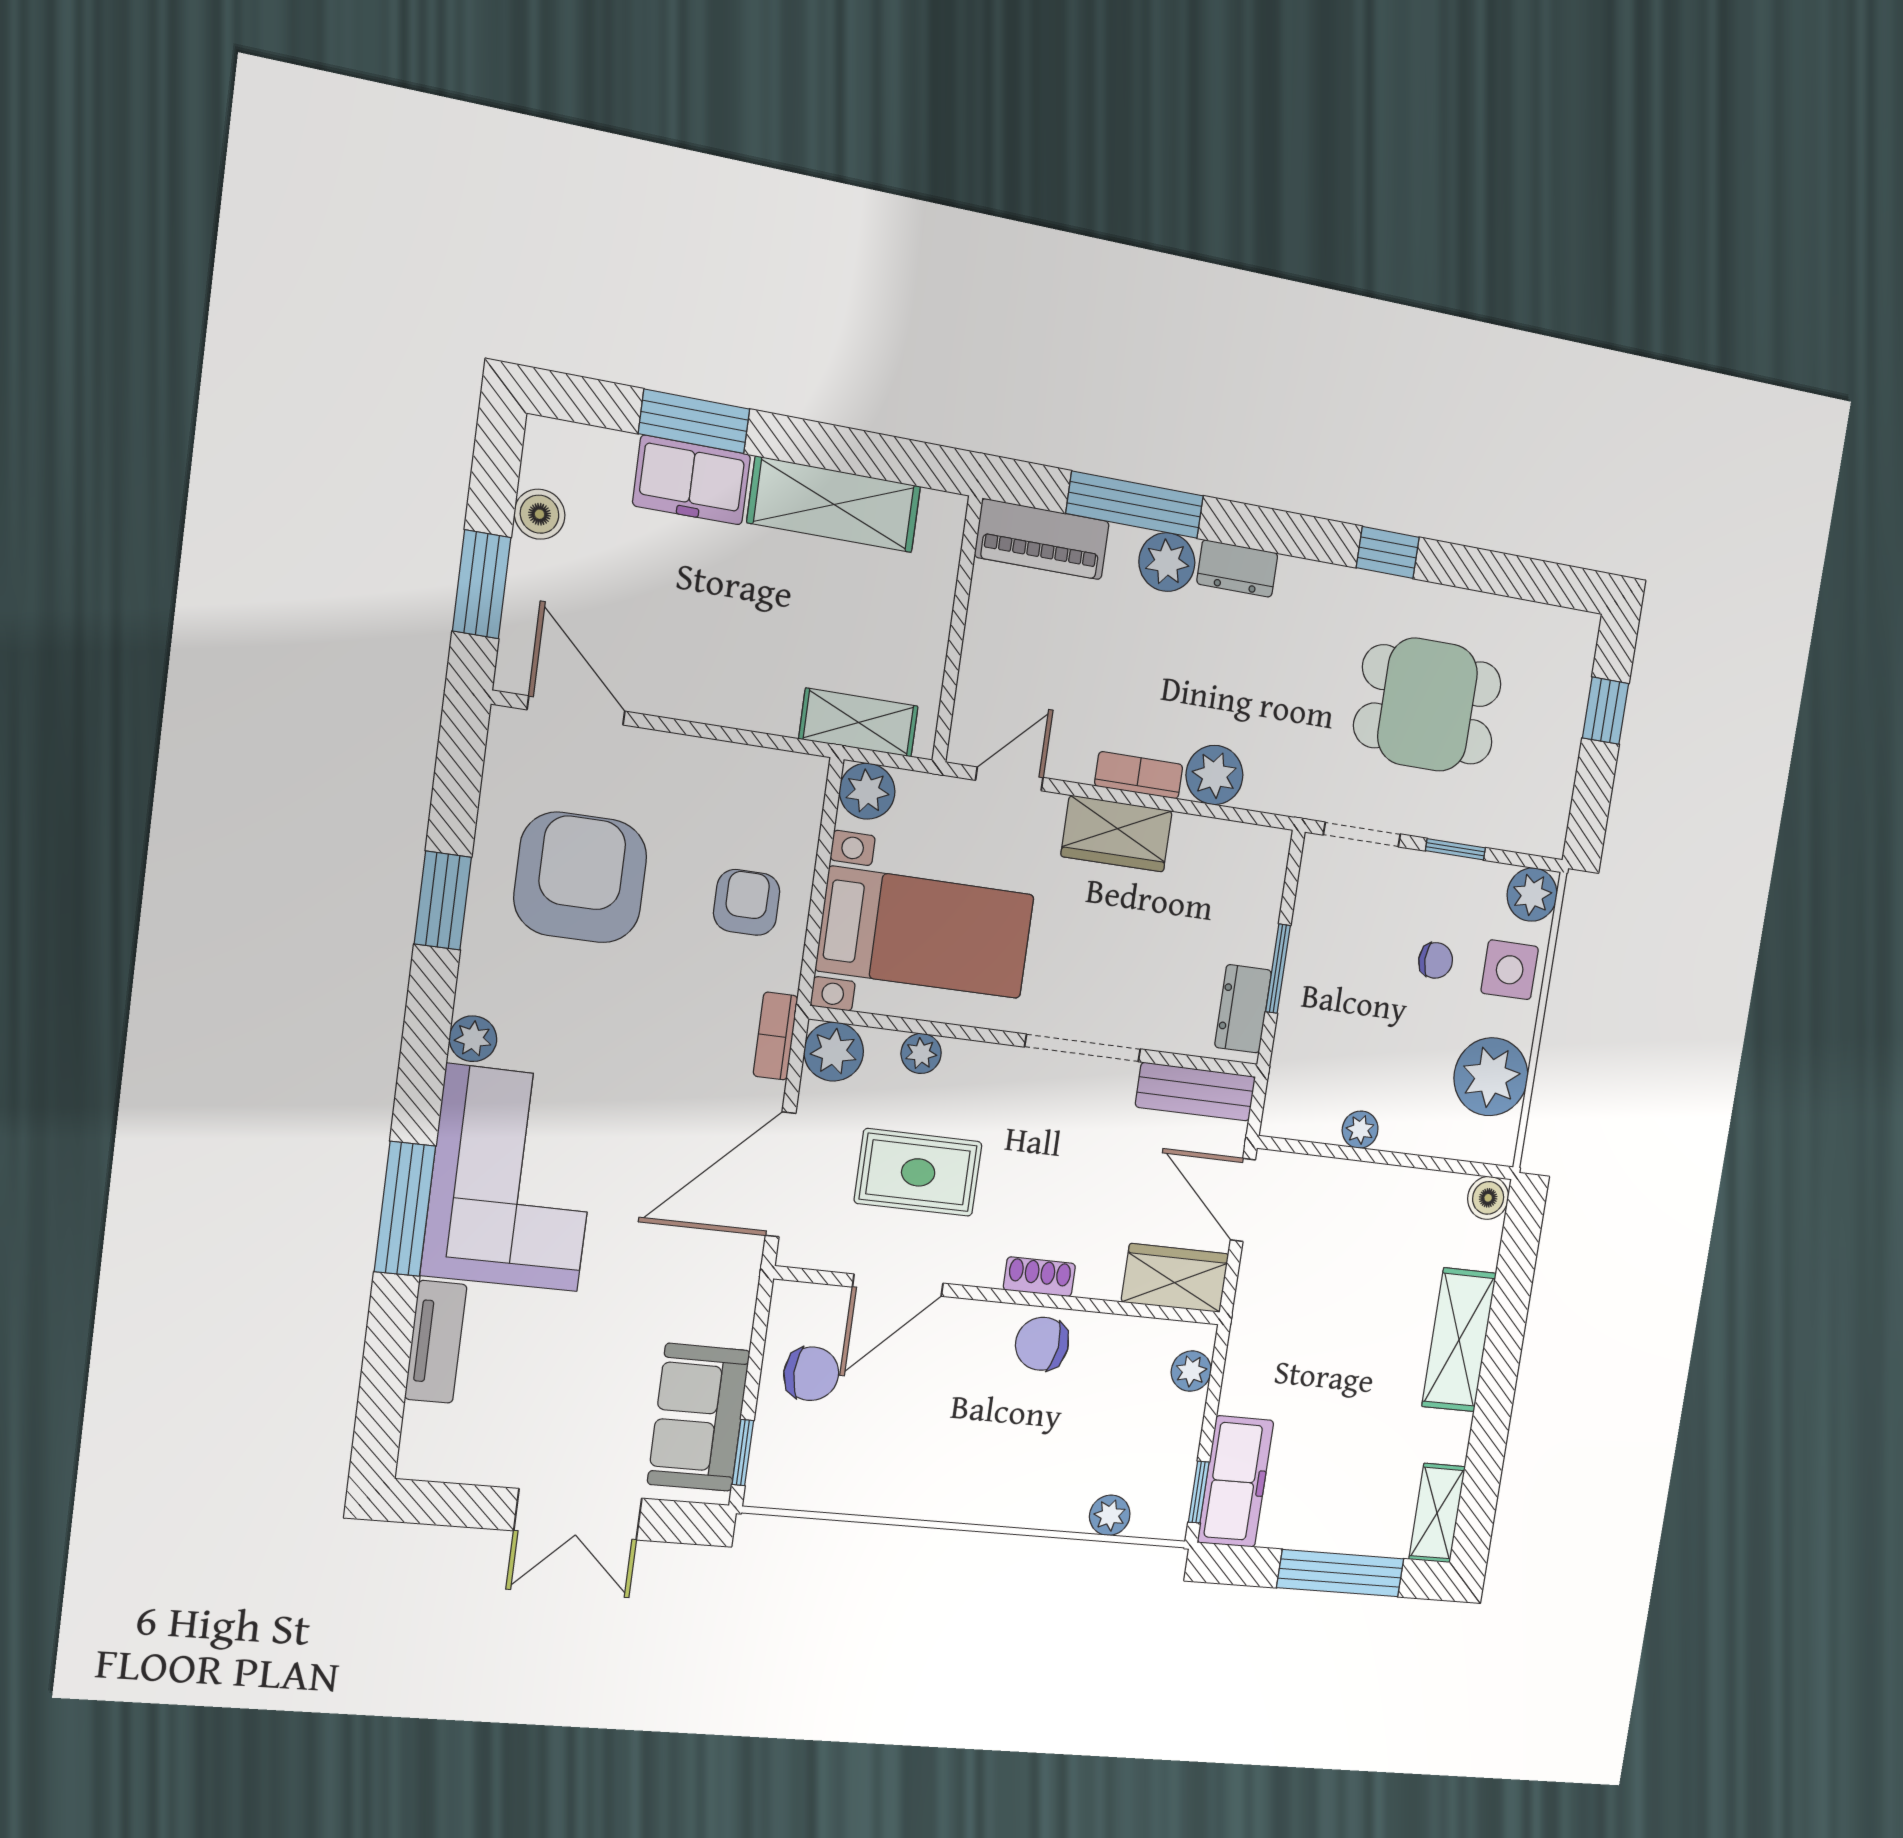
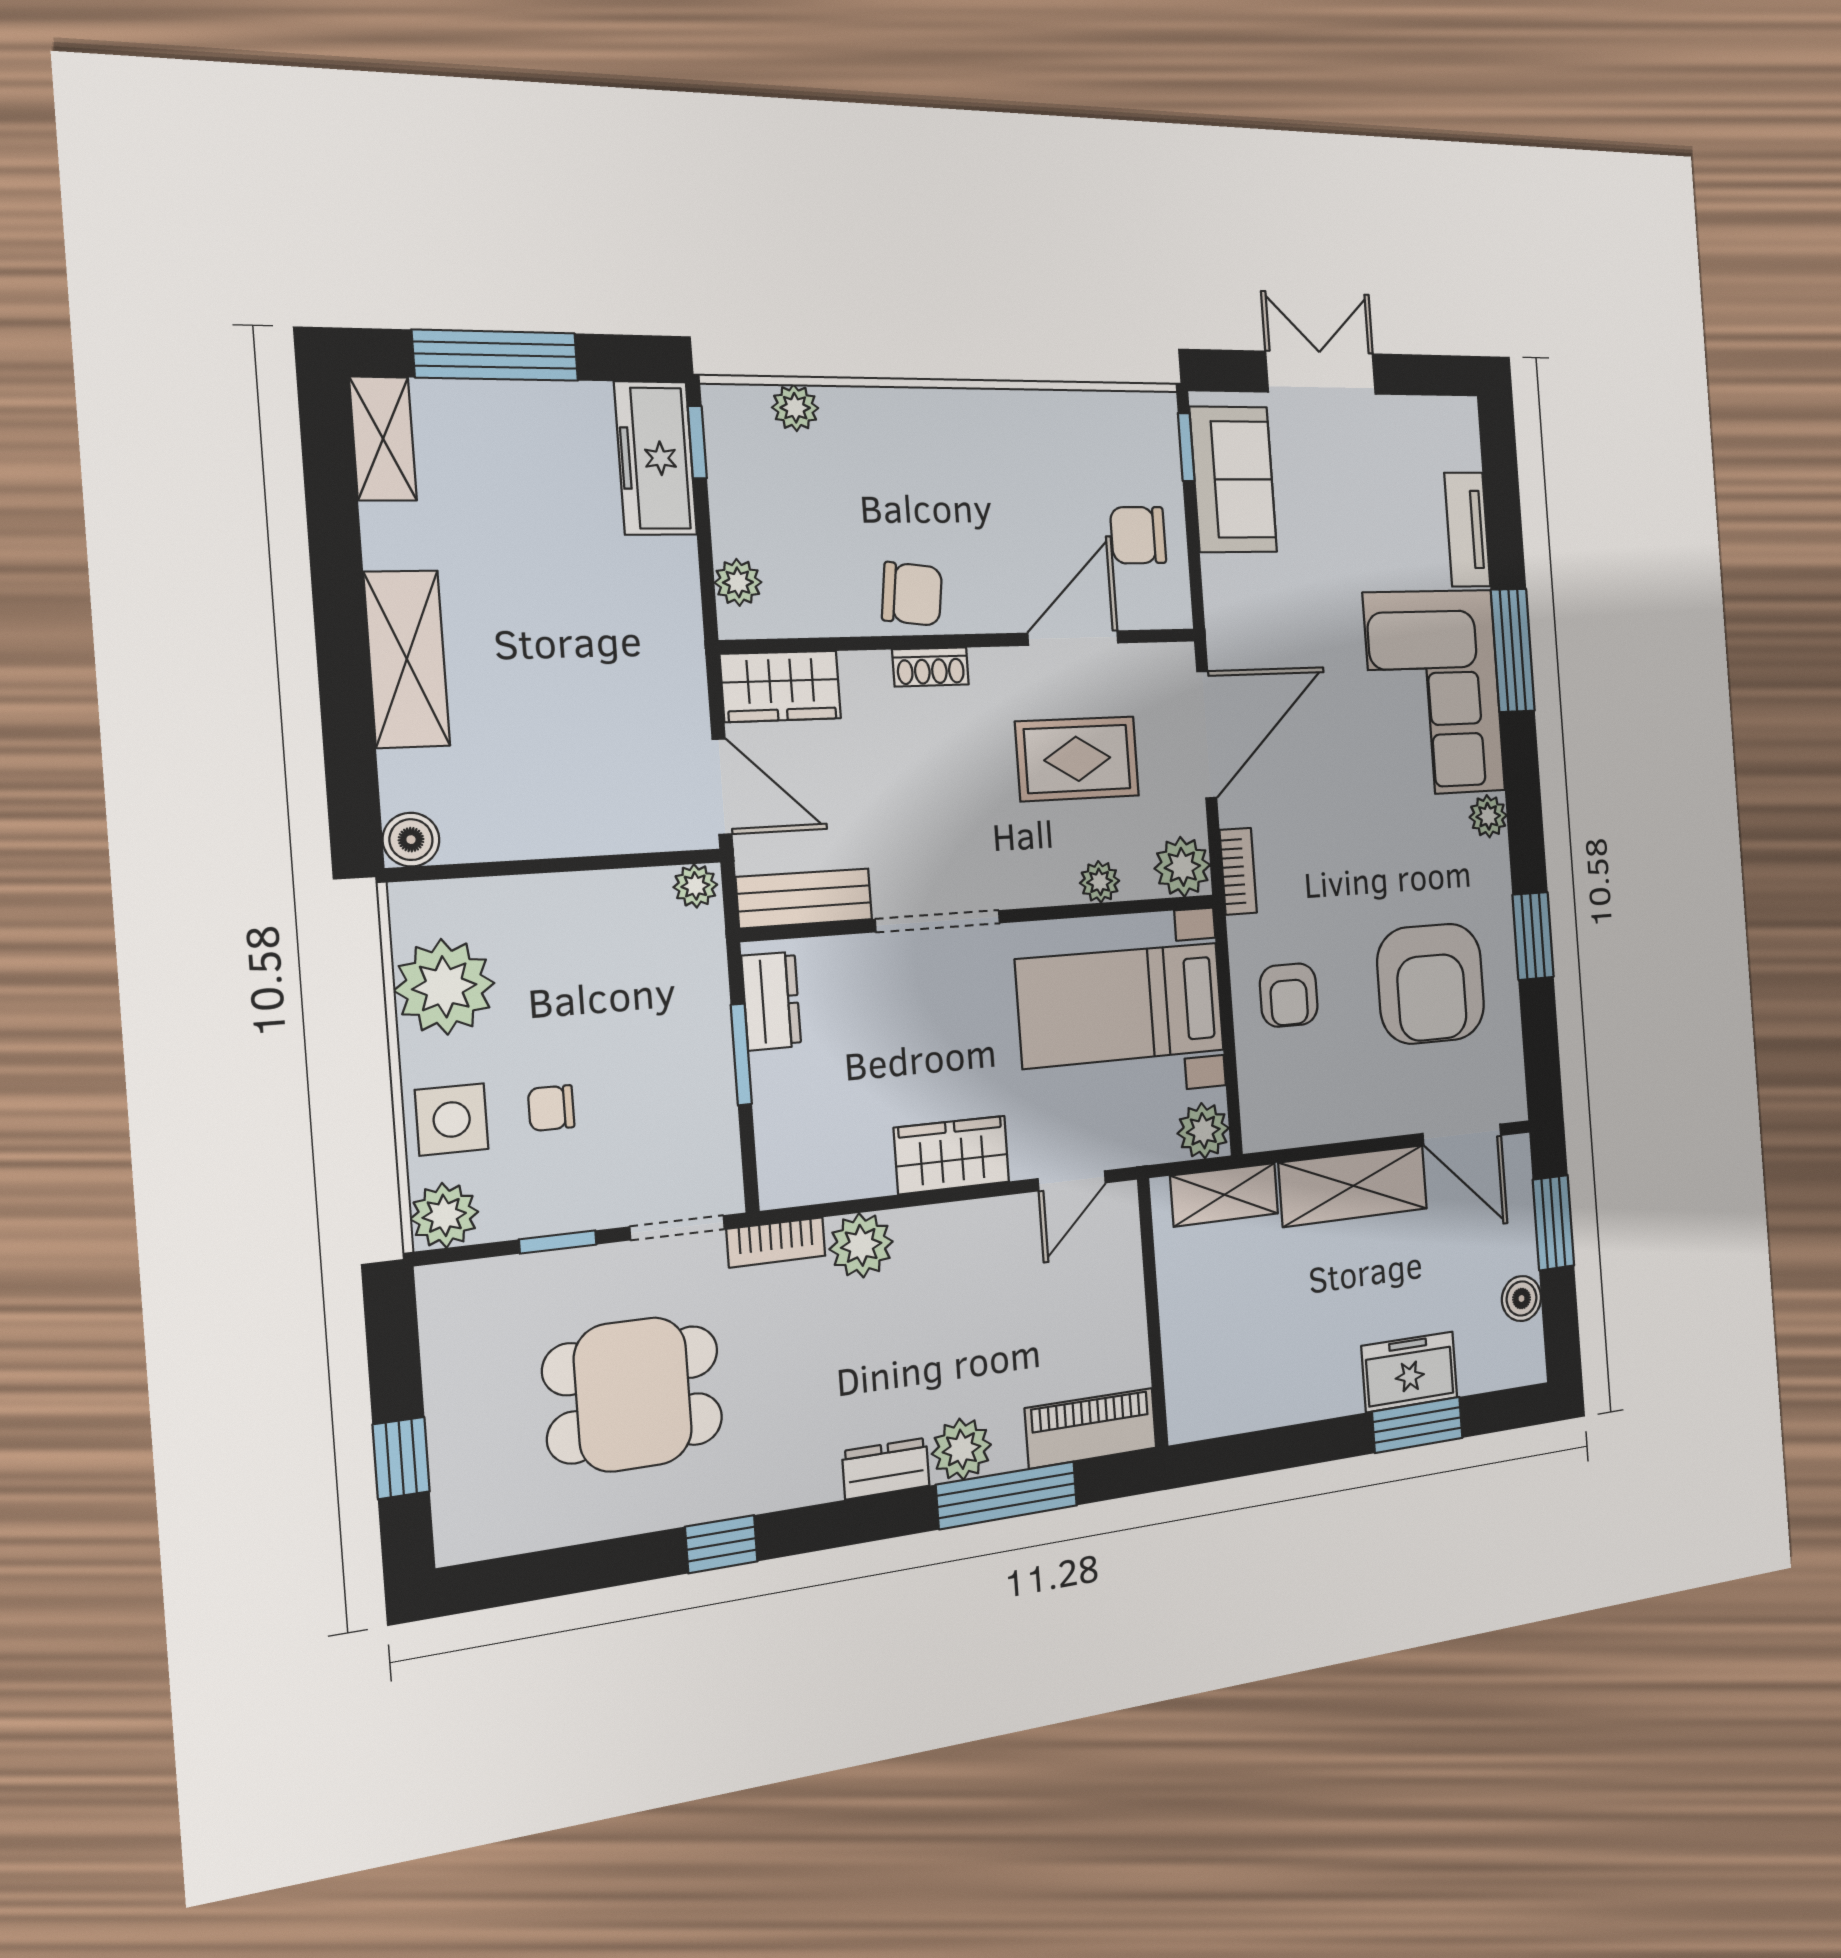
shelving: (834, 504) -> (1353, 1186), moved
bookcase: (1139, 775) -> (776, 1242), moved
plant: (1360, 1130) -> (695, 886), moved

